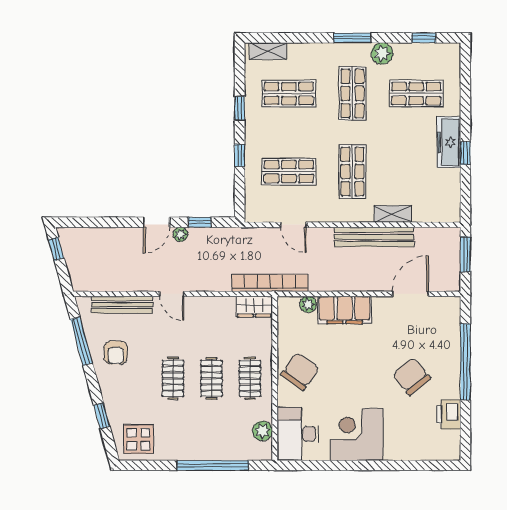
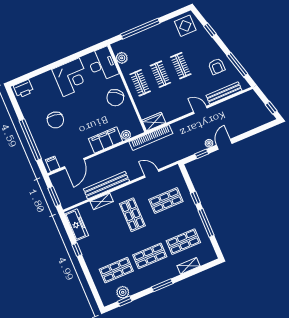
shelving: (268, 51) -> (188, 266), moved
plant: (382, 53) -> (123, 292), moved
shop shelf: (352, 94) -> (150, 256), turned 90
window: (240, 108) -> (206, 223), width x2.17
freezer: (449, 142) -> (77, 225), moved
filing cabinet: (446, 308) -> (53, 164), added
armchair: (116, 353) -> (217, 66), turned 180
chair: (411, 376) -> (55, 120), turned 48
printer: (449, 415) -> (23, 89), moved, turned 90

